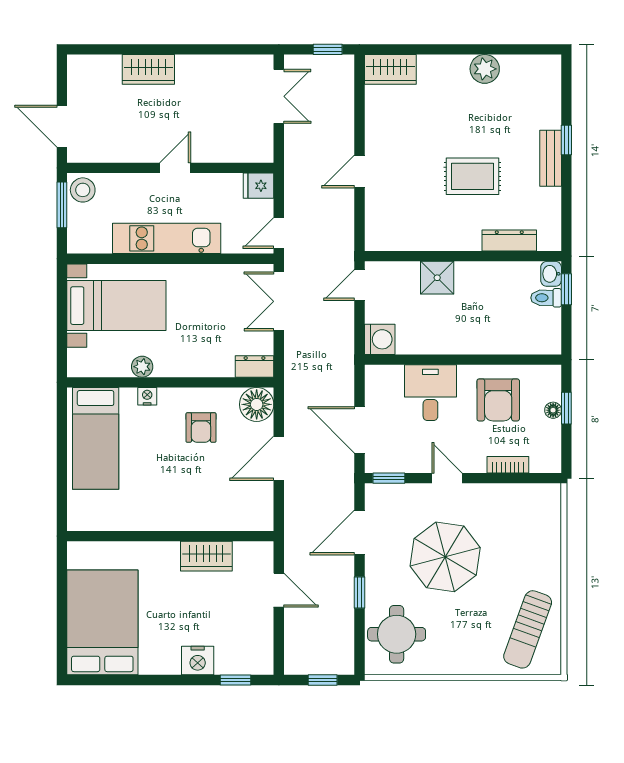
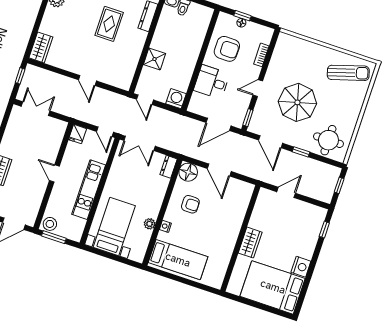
wardrobe: (206, 556) -> (250, 243), moved
sun lounger: (528, 629) -> (348, 73), turned -37
nightstand: (198, 661) -> (301, 267), moved

